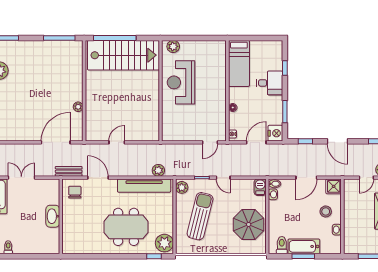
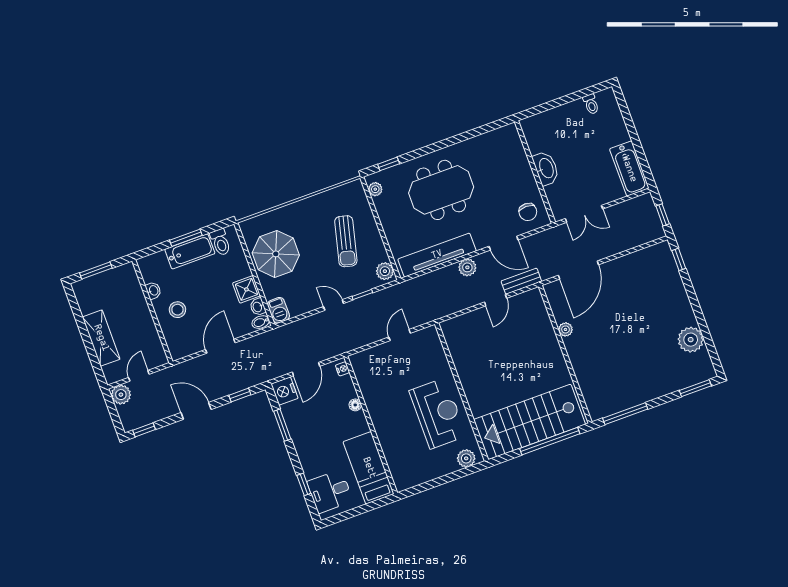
desk: (270, 83) -> (330, 491), moved
door: (210, 142) -> (400, 335), moved
plant: (158, 170) -> (467, 267), moved
bench: (69, 171) -> (521, 281), moved
double door: (21, 178) -> (584, 214), moved
shower: (334, 186) -> (246, 289), moved
sun lounger: (200, 216) -> (346, 241), width x0.73, depth x0.75
plant: (164, 243) -> (375, 189), width x0.53, depth x0.53

